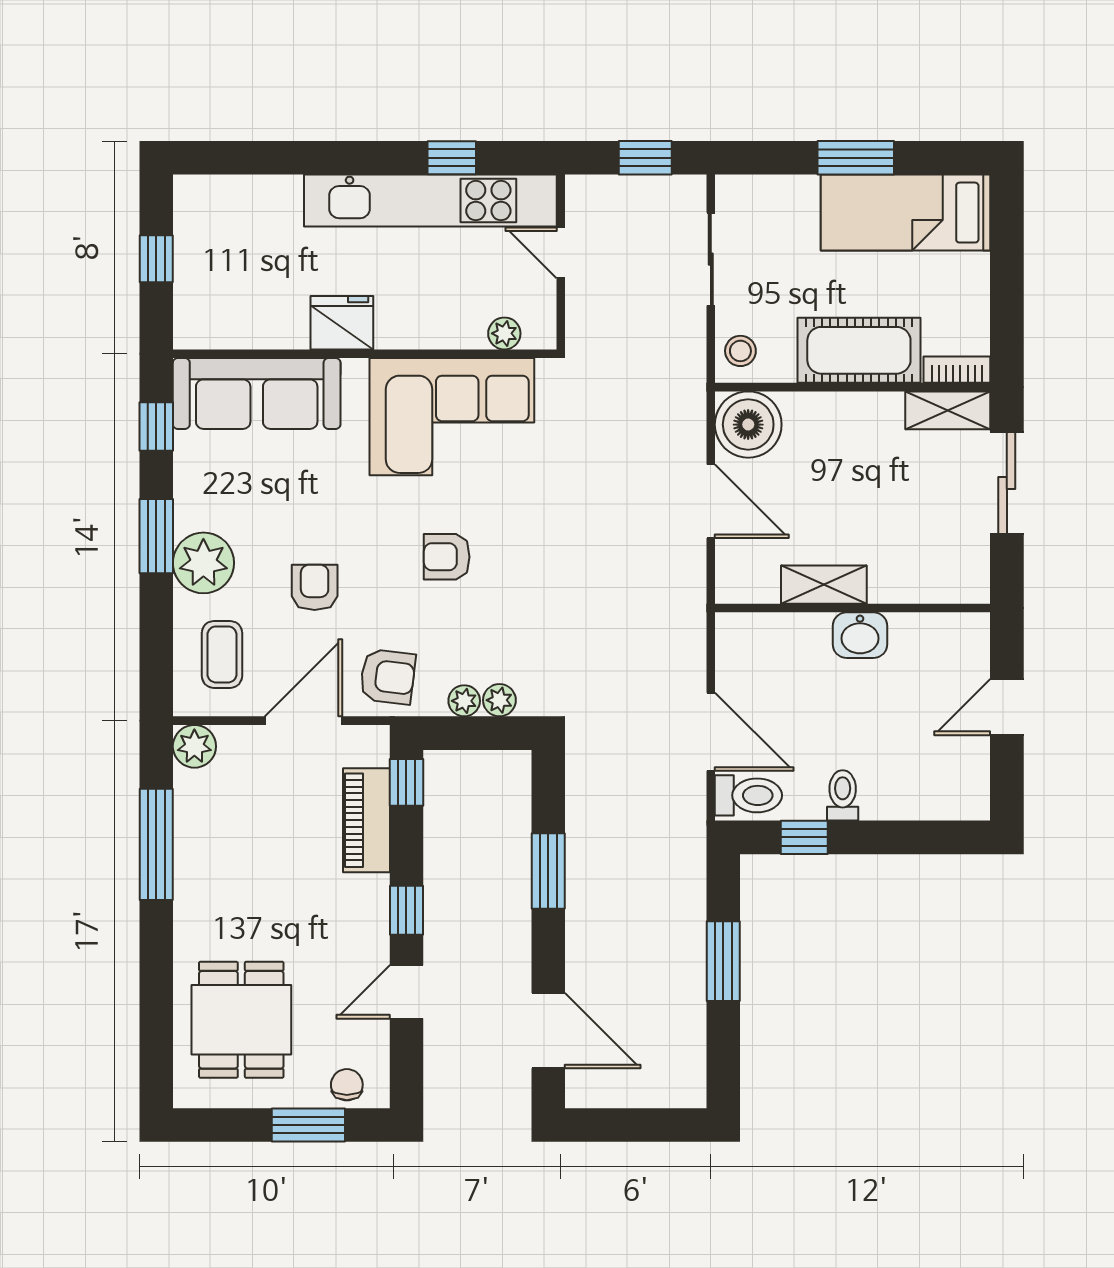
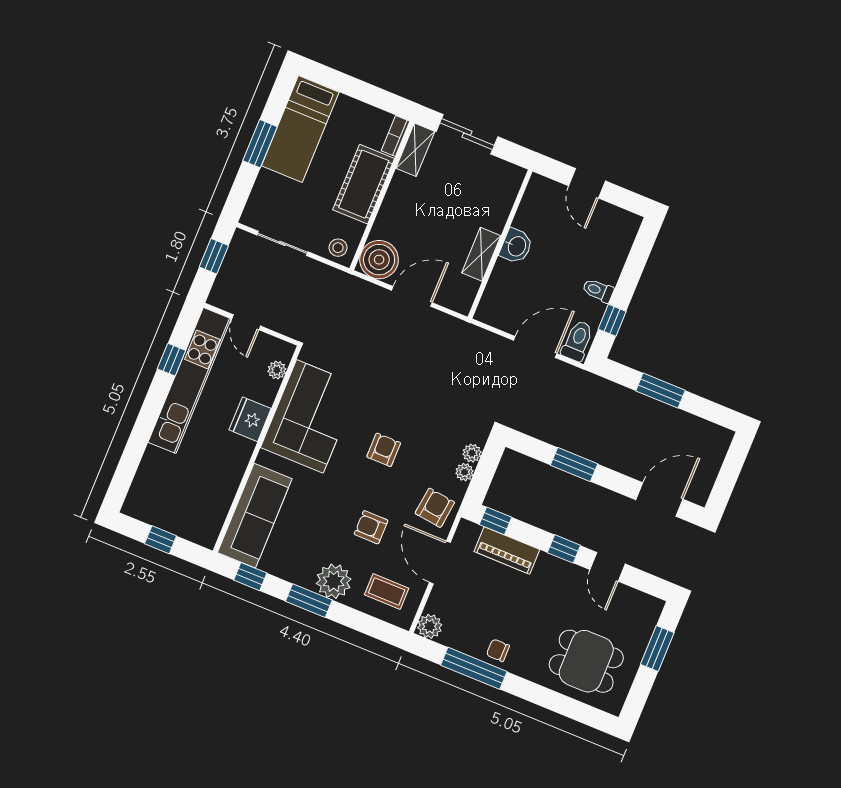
door: (561, 253) -> (246, 322), hinge flipped
fridge: (342, 323) -> (250, 419), moved
armchair: (447, 557) -> (384, 450), turned 180
chair: (347, 1085) -> (498, 650), moved

